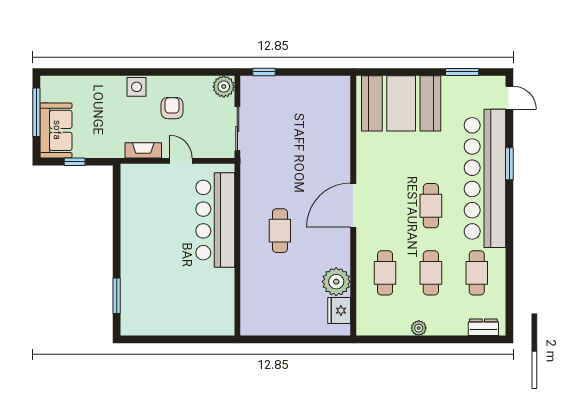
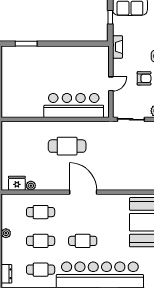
fireplace: (143, 150) -> (118, 47), moved
cafe table: (280, 231) -> (67, 146), width x1.37, depth x1.35
plant: (336, 282) -> (31, 186), width x0.53, depth x0.53

